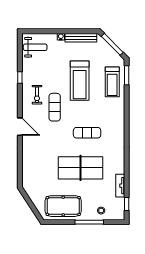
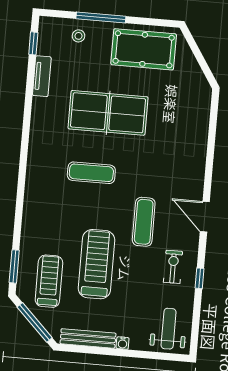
weight bench: (35, 47) -> (169, 329), turned 90
treadmill: (112, 82) -> (49, 281), moved
exercise bike: (37, 95) -> (173, 267), moved
door: (20, 127) -> (205, 217), moved

